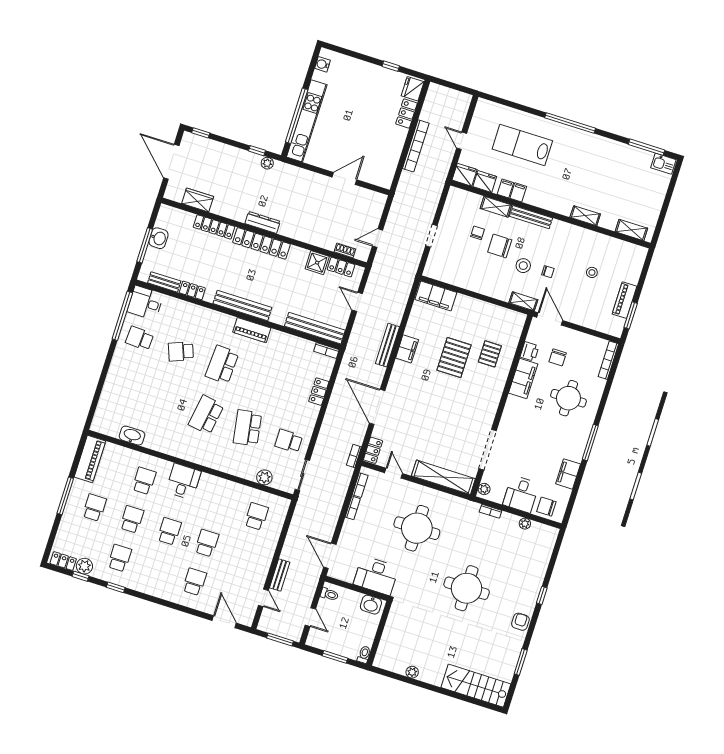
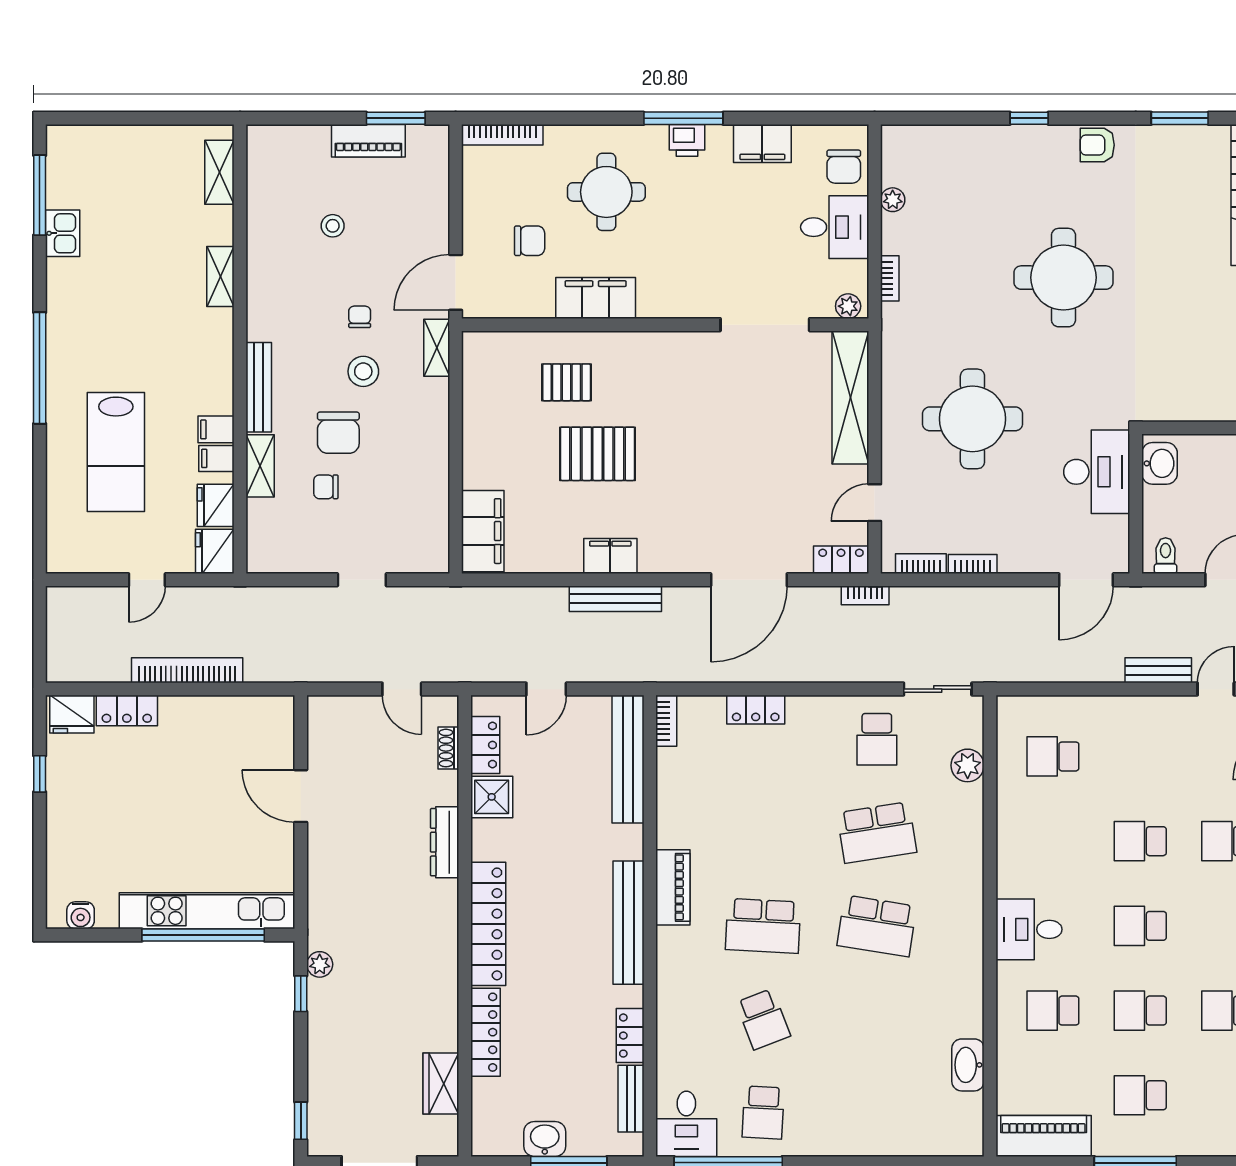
kitchen sink: (663, 164) -> (63, 233), moved
dresser: (263, 222) -> (445, 842), moved
printer: (530, 351) -> (687, 140), moved, turned 180

